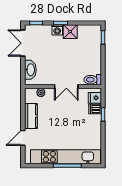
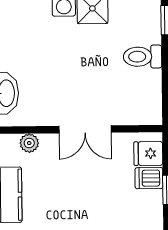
toilet: (93, 80) -> (143, 57), moved

